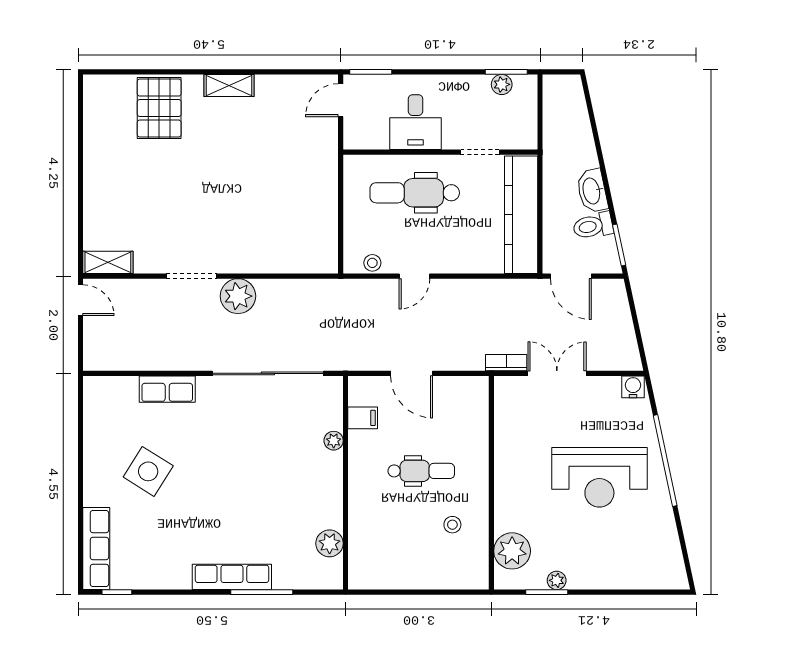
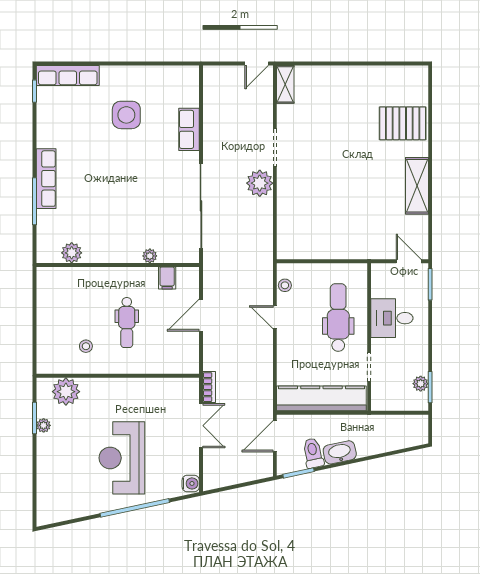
shelving: (229, 85) -> (417, 186), width x1.50, depth x1.33
side table: (148, 471) -> (126, 115), turned -32

